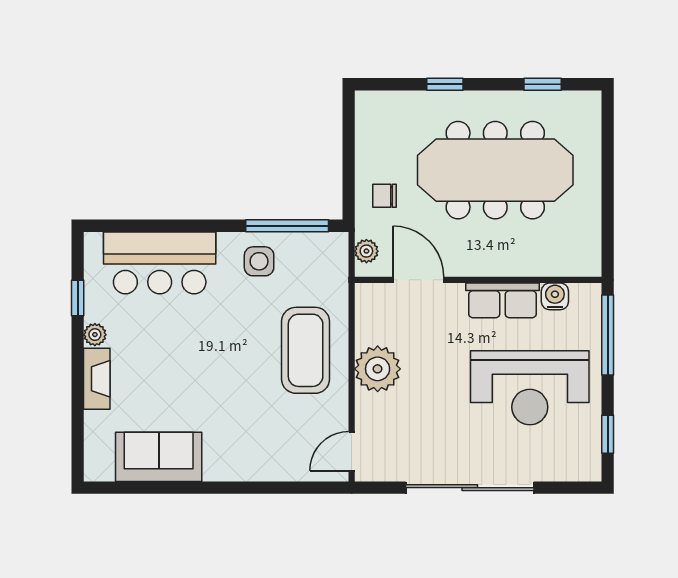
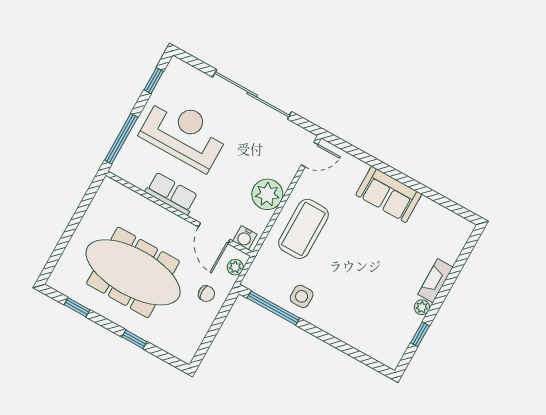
bar counter: (160, 263) -> (360, 328), removed
water cooler: (555, 296) -> (245, 238), moved
sofa: (159, 457) -> (389, 194), moved

